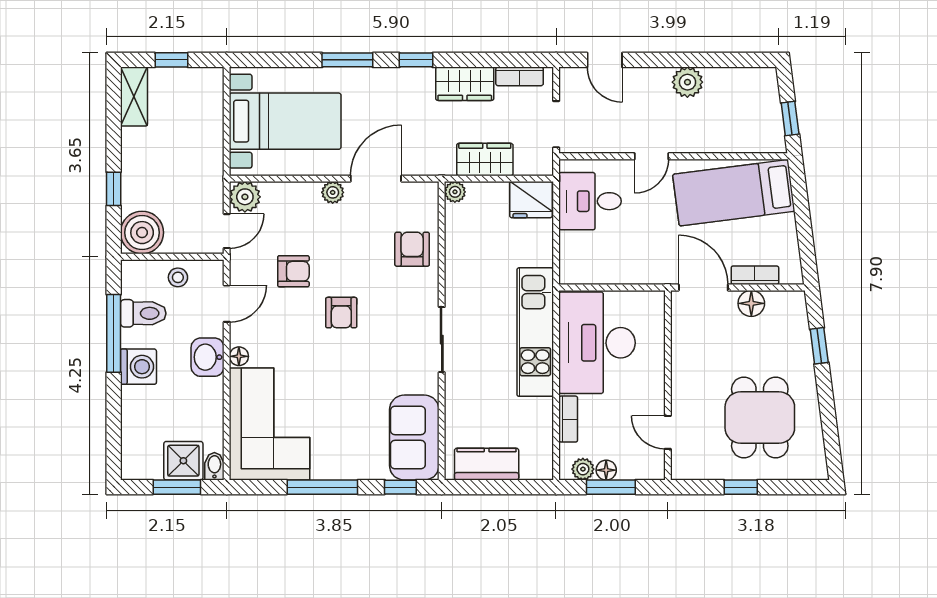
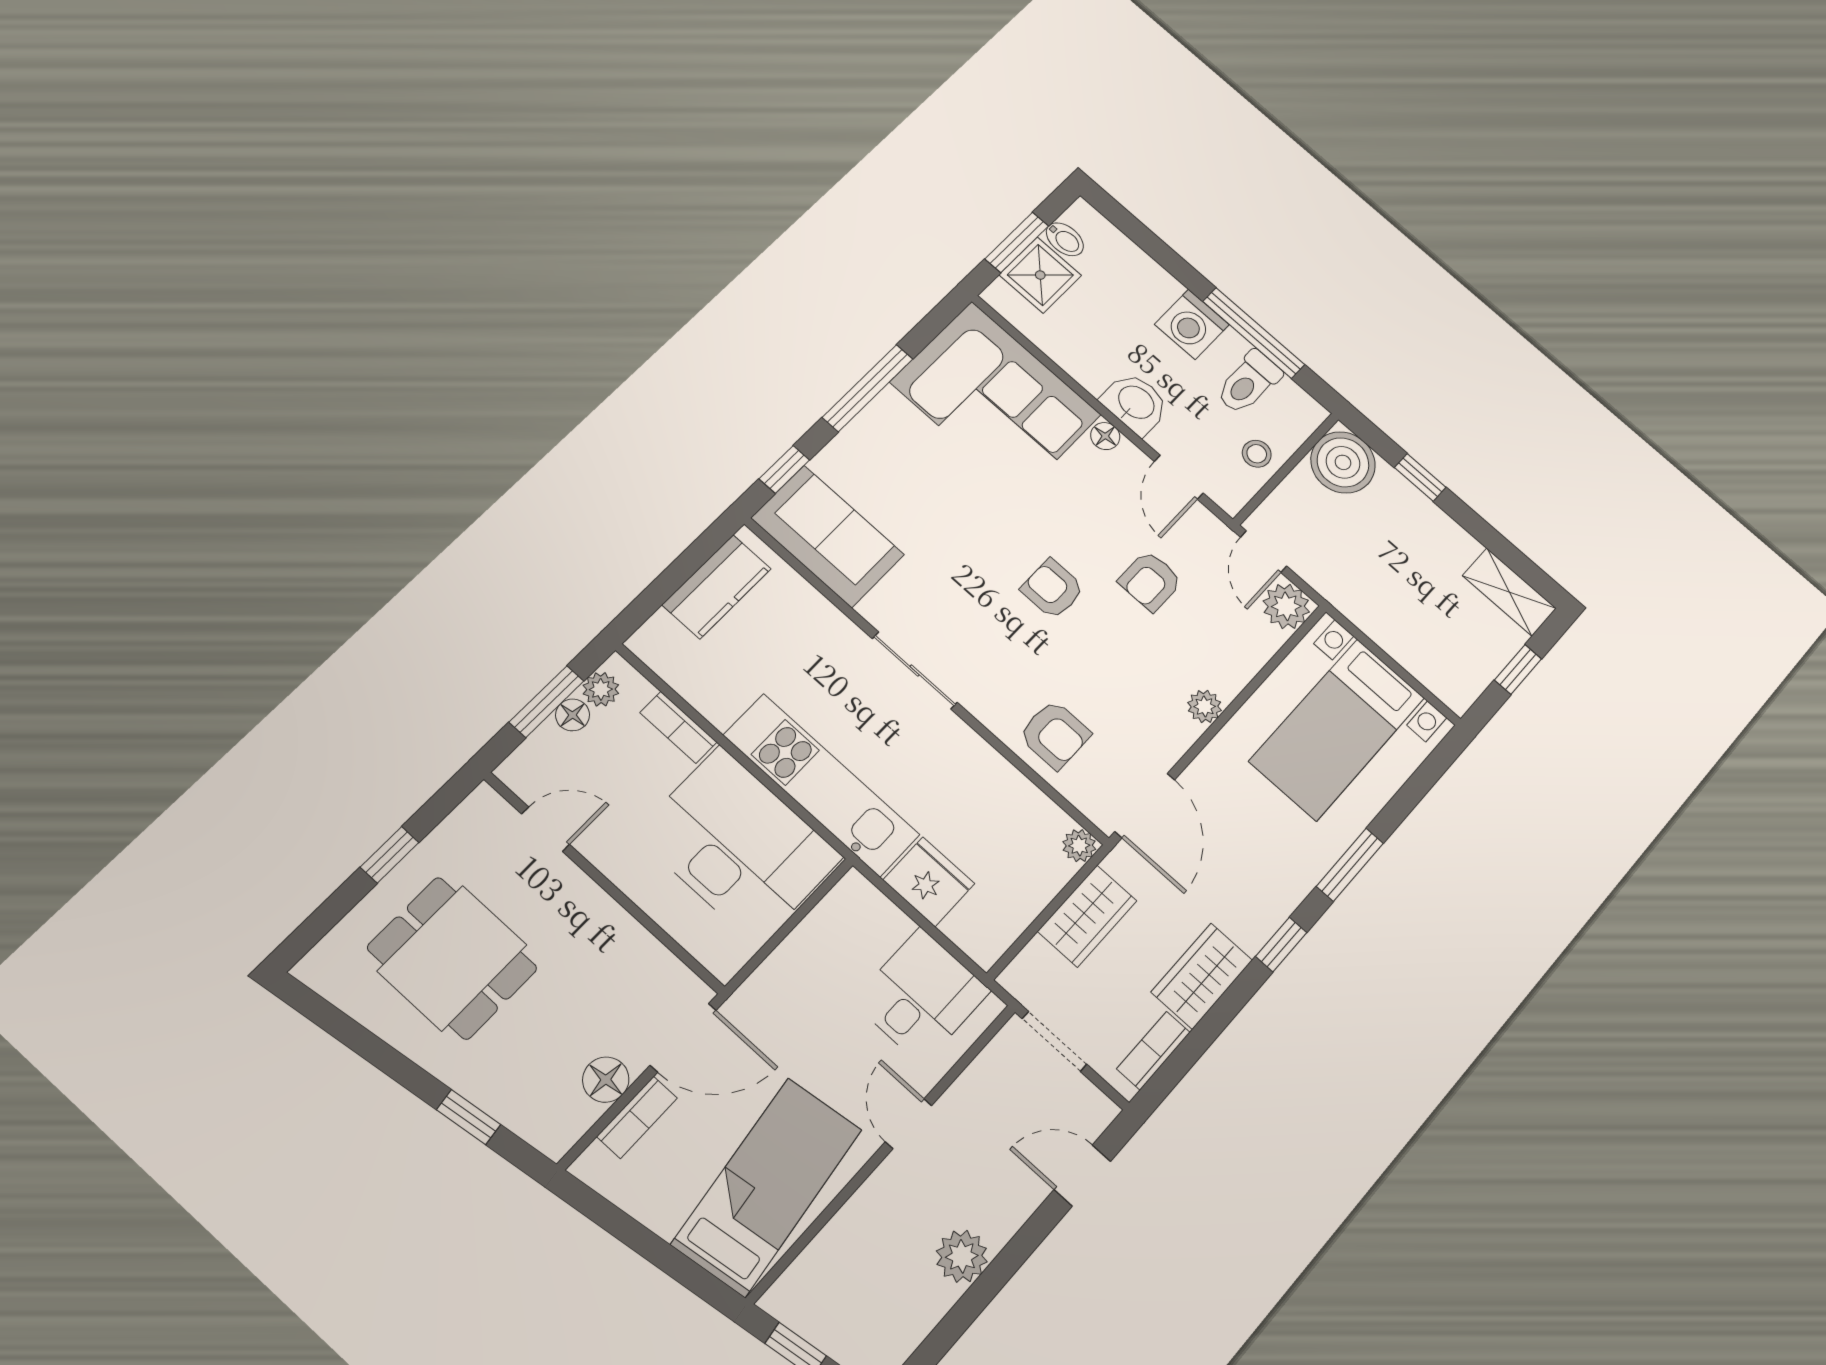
door: (376, 179) -> (1145, 806), moved
fridge: (531, 200) -> (929, 882), moved, turned 90
bidet: (214, 466) -> (1065, 239), moved

